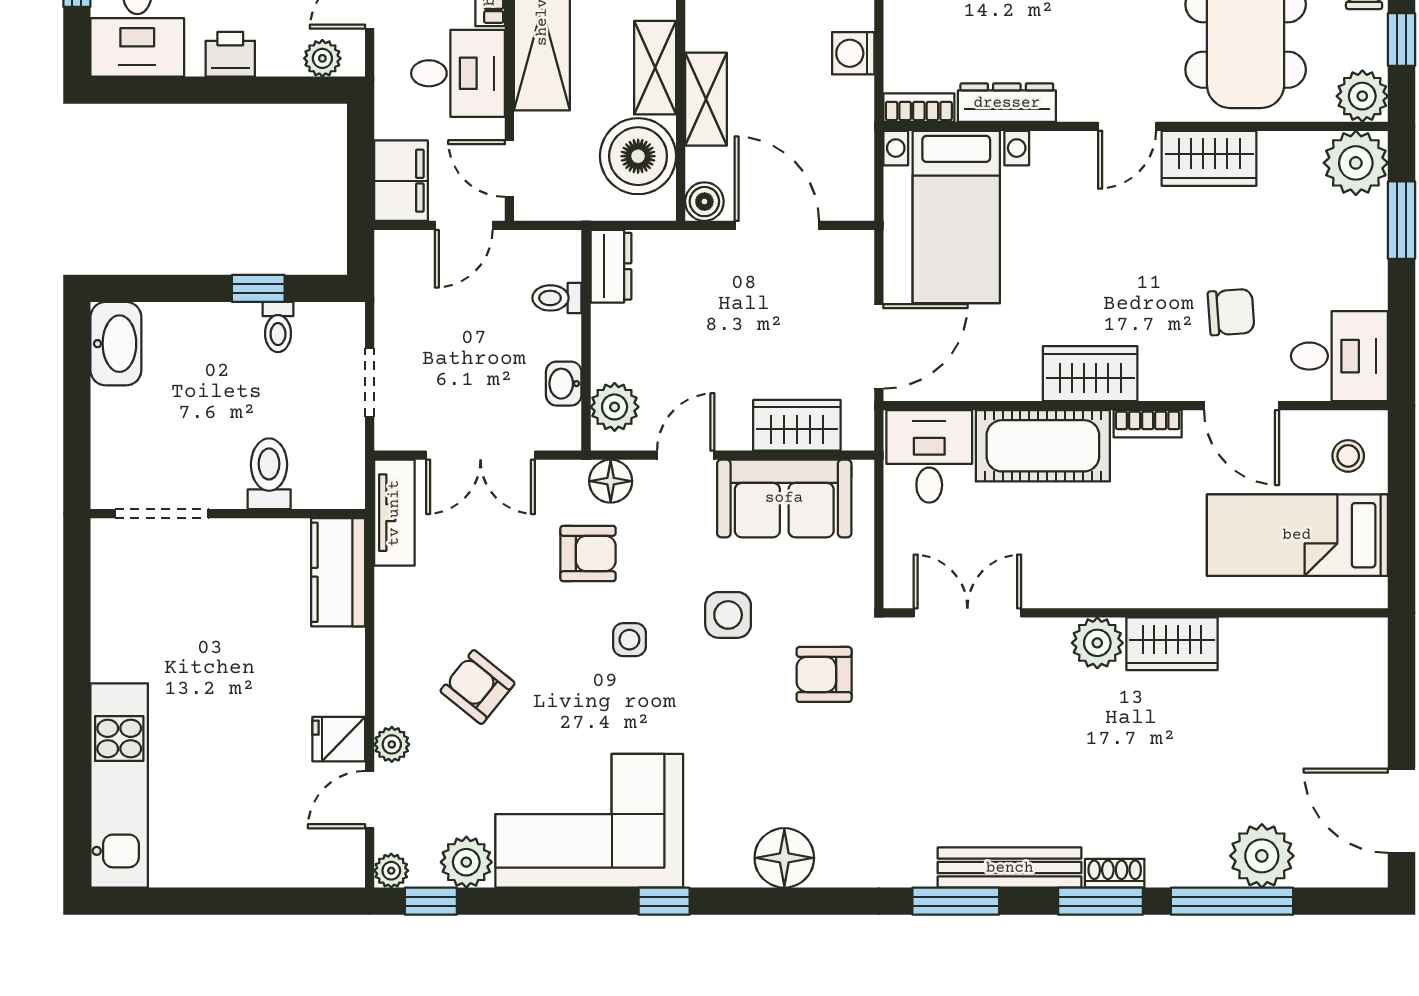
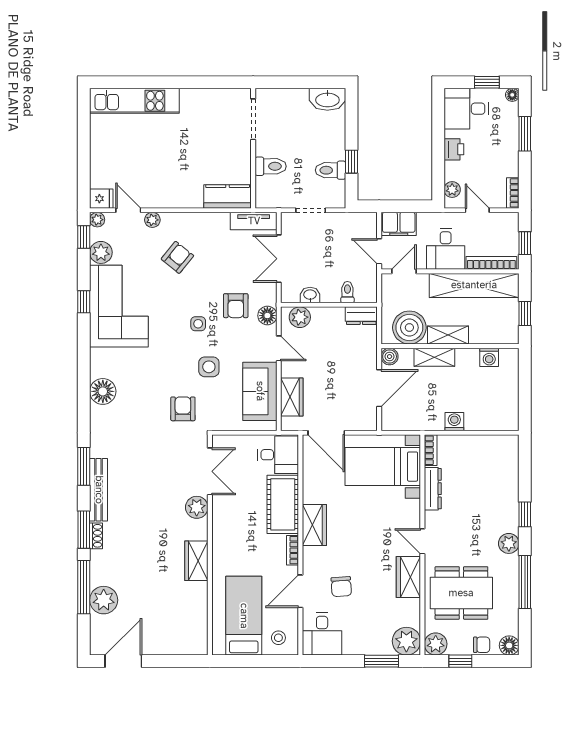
toilet: (278, 327) -> (330, 170), width x1.37, depth x1.39
plant: (1097, 643) -> (197, 507), moved
fridge: (339, 739) -> (101, 199), moved, turned 90
window: (664, 901) -> (84, 302), moved

